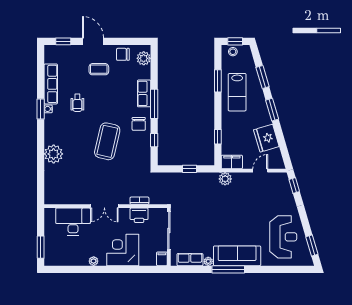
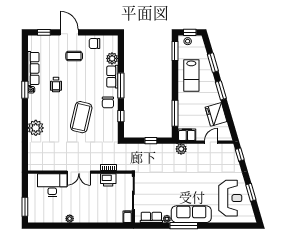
plant: (144, 58) -> (112, 58), moved
window: (218, 81) -> (175, 51), moved
window: (218, 137) -> (175, 113), width x2.17
window: (312, 245) -> (251, 192), moved
corner desk: (123, 250) -> (94, 209), removed

